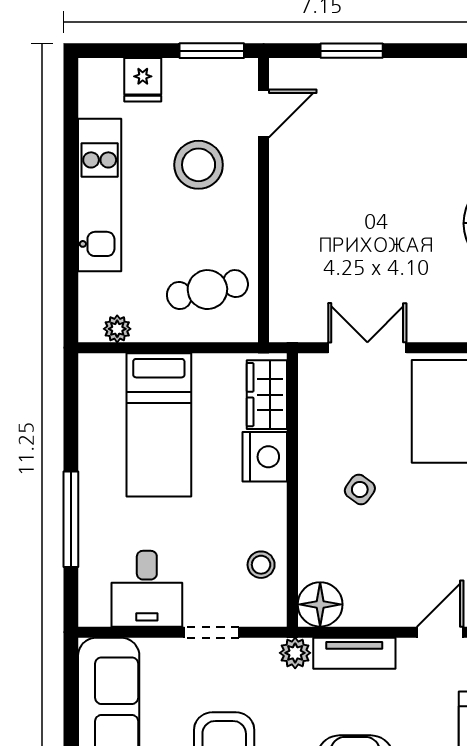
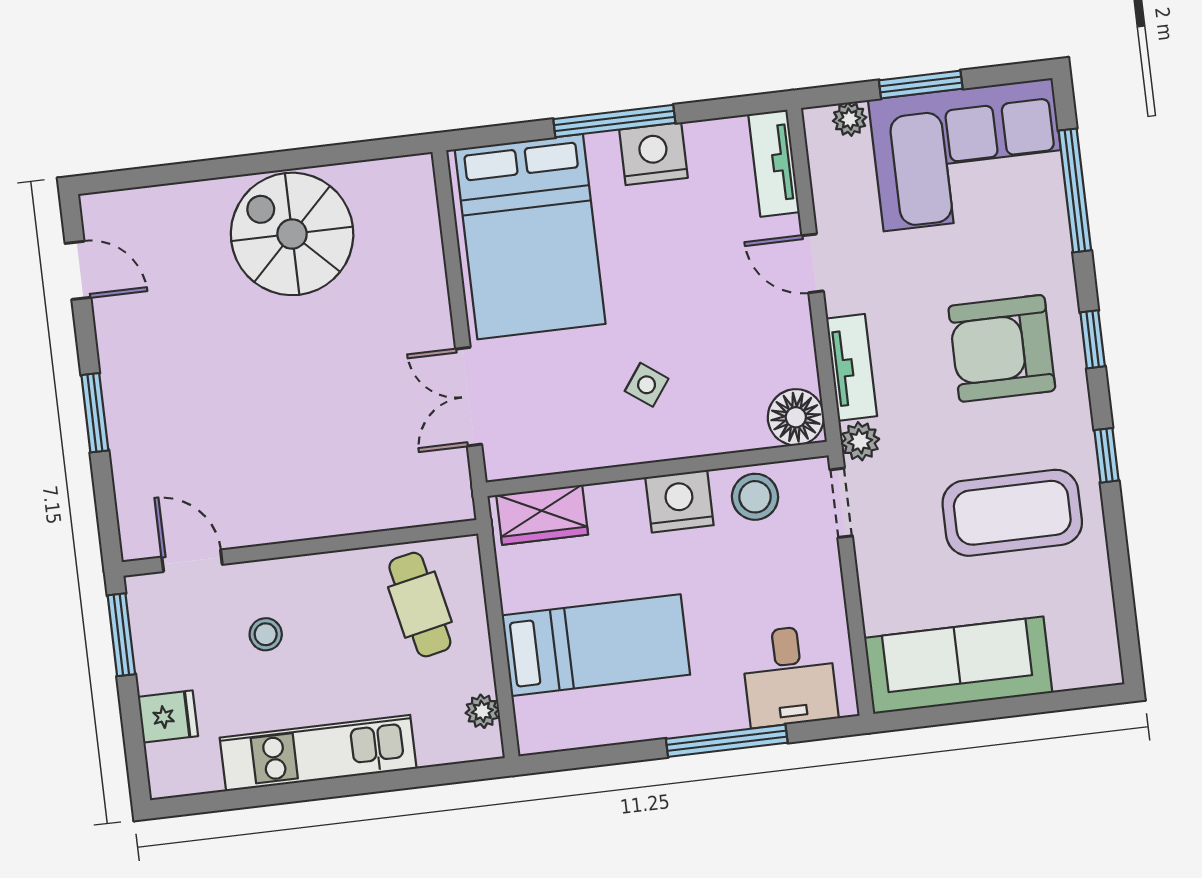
window: (352, 51) -> (95, 413), moved
stool: (199, 165) -> (266, 634), width x0.53, depth x0.53
nightstand: (265, 457) -> (679, 501), moved
stool: (261, 565) -> (755, 497), width x1.37, depth x1.37
desk: (147, 589) -> (789, 676), moved, turned 90
doorway: (212, 632) -> (841, 503), moved

